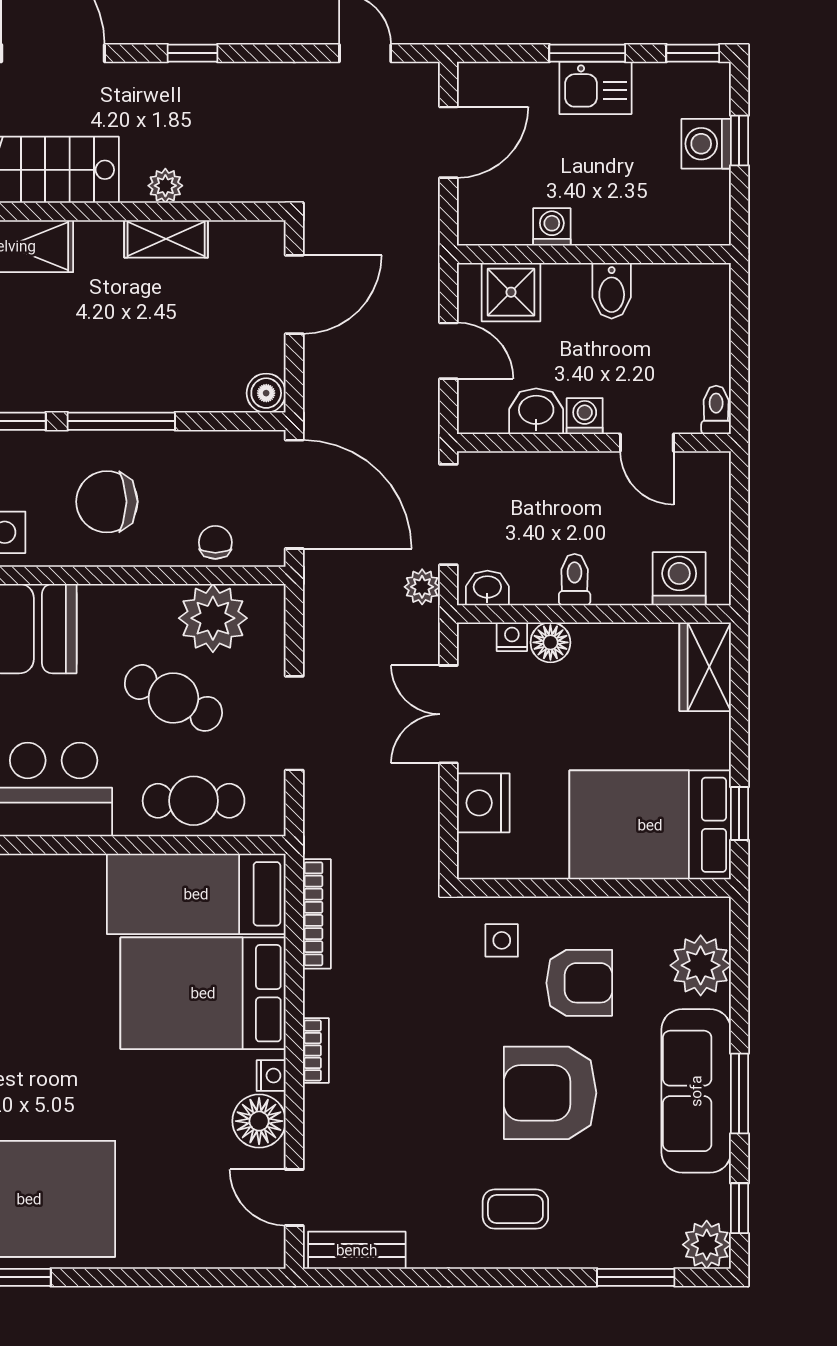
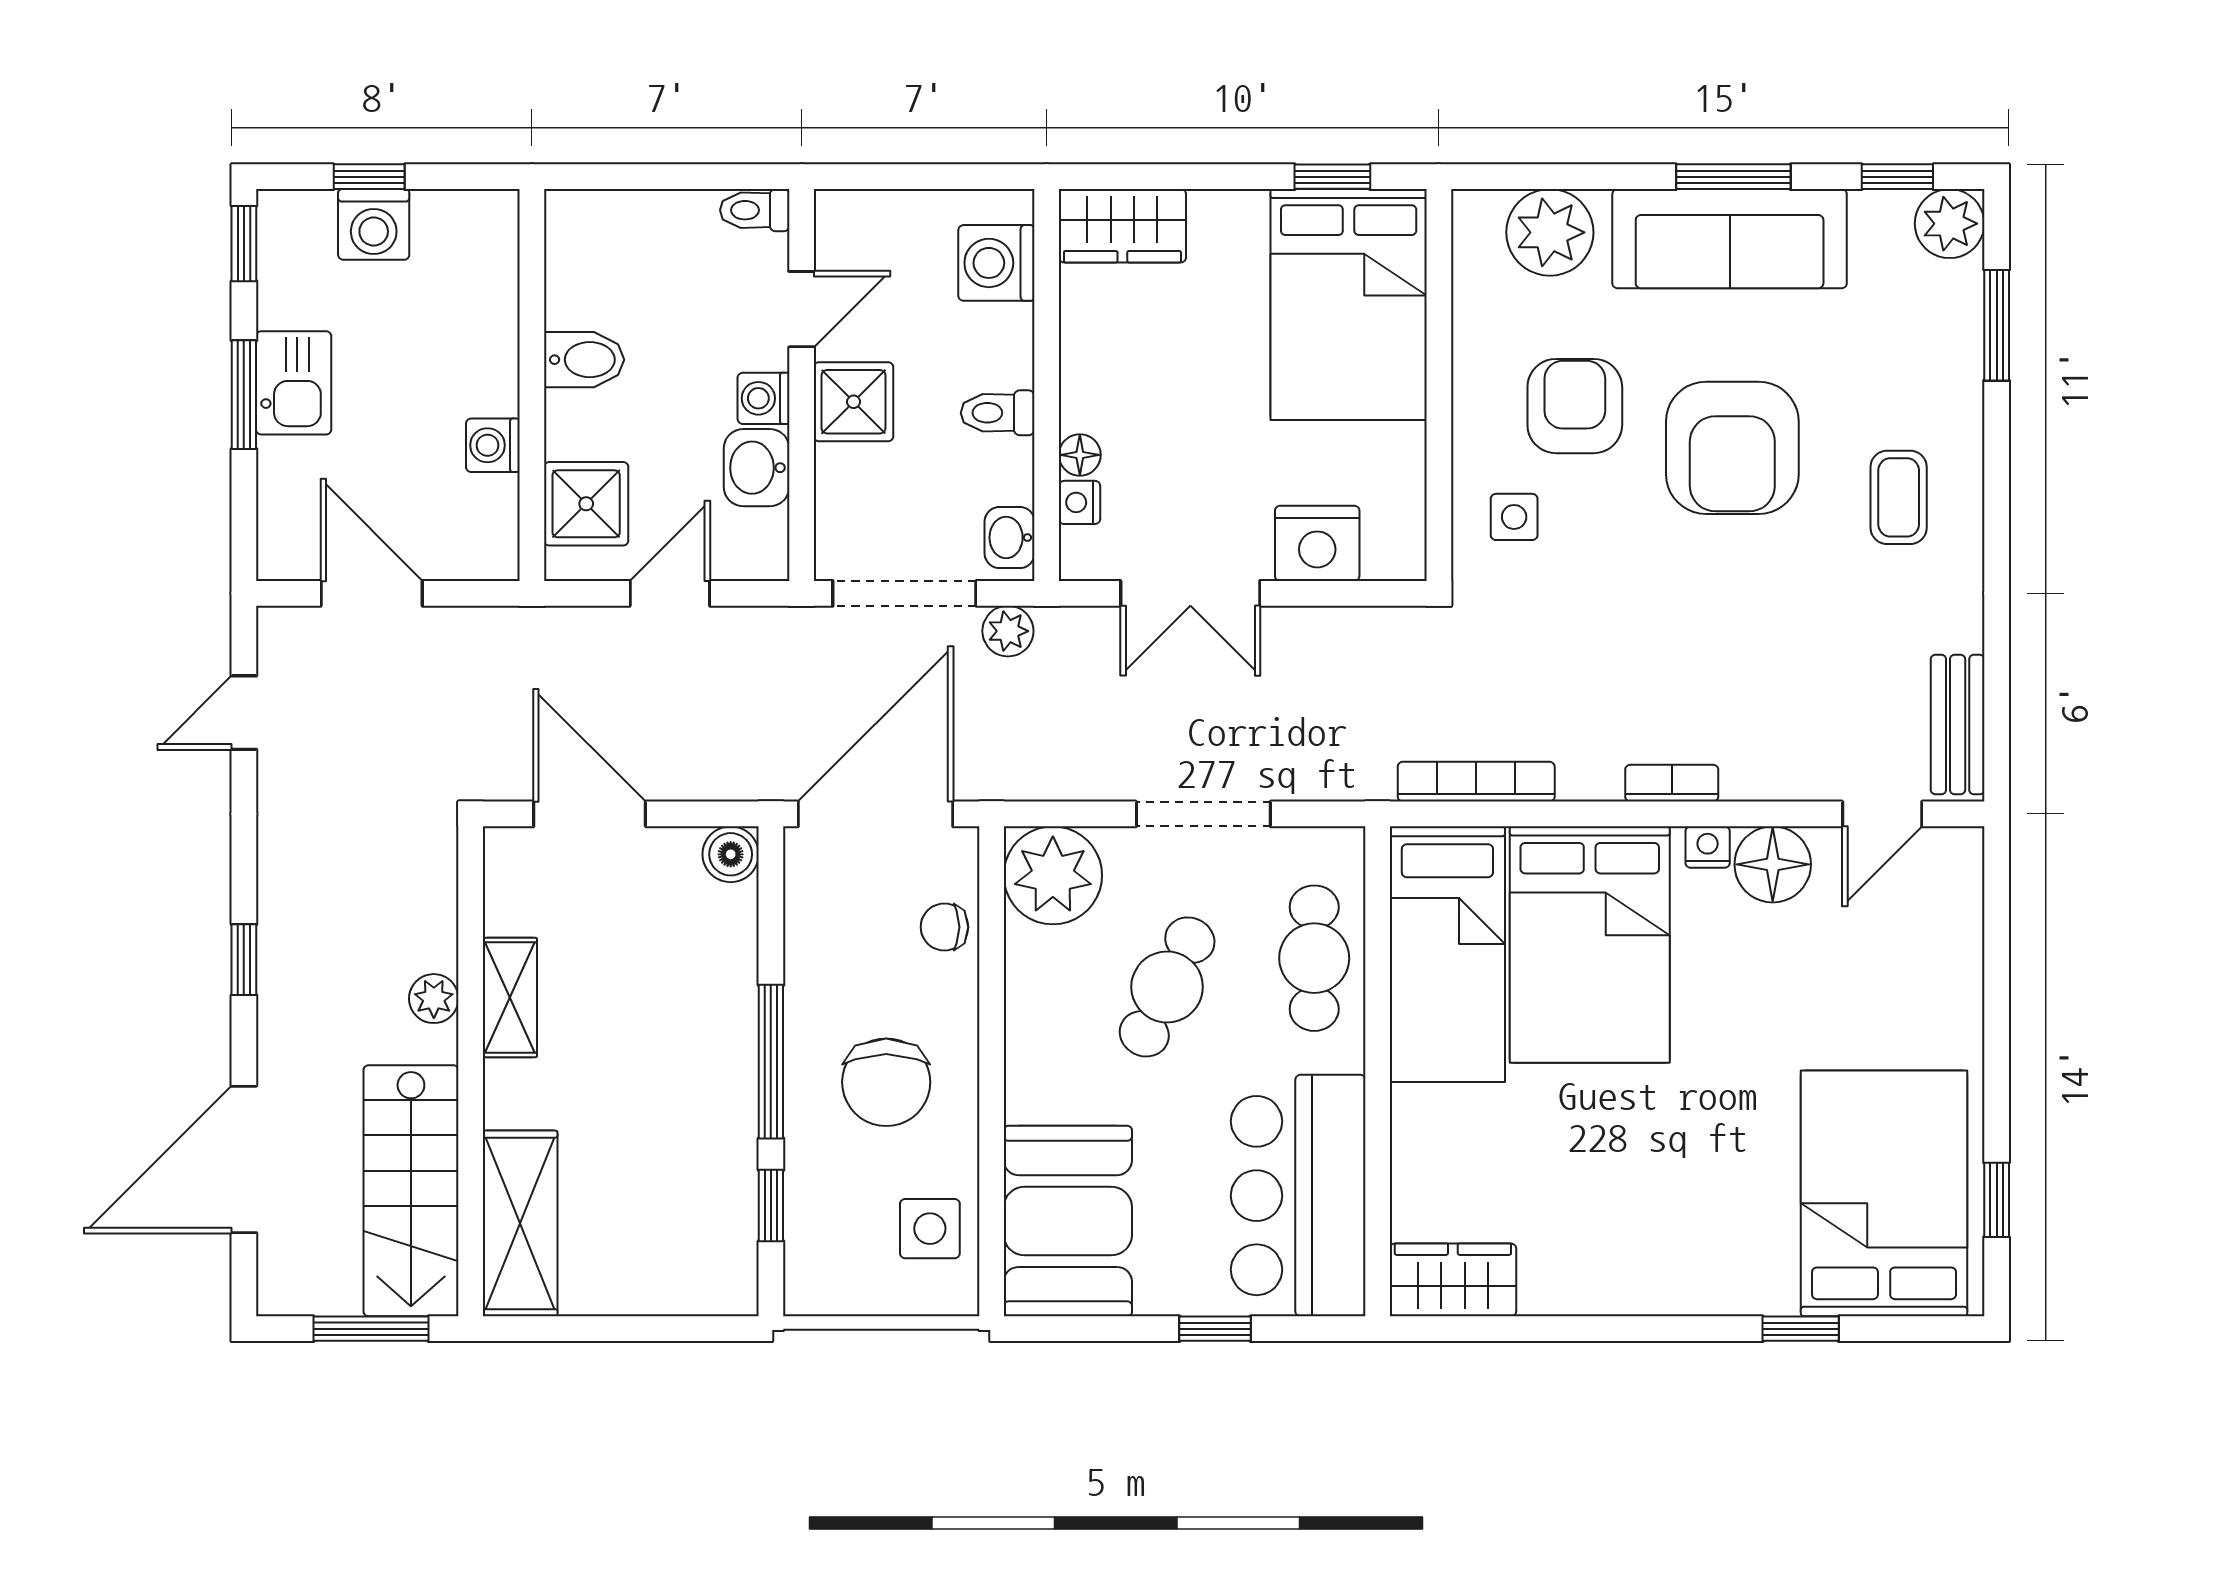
shower: (582, 479) -> (854, 402), added
plant: (213, 618) -> (1053, 875), moved
floor lamp: (550, 642) -> (1080, 455), width x0.73, depth x0.73

